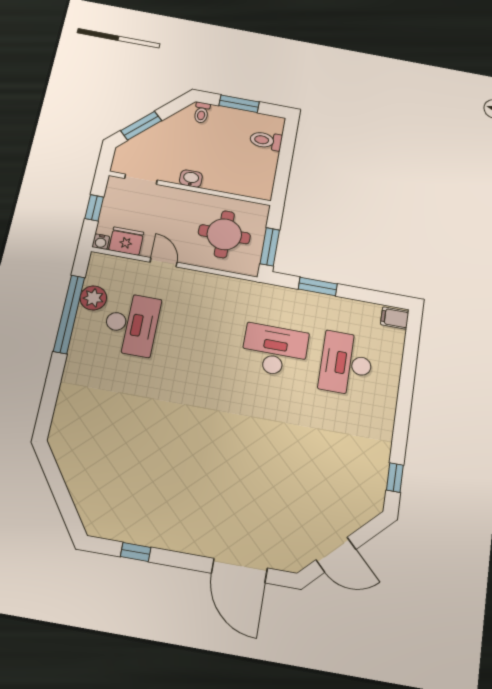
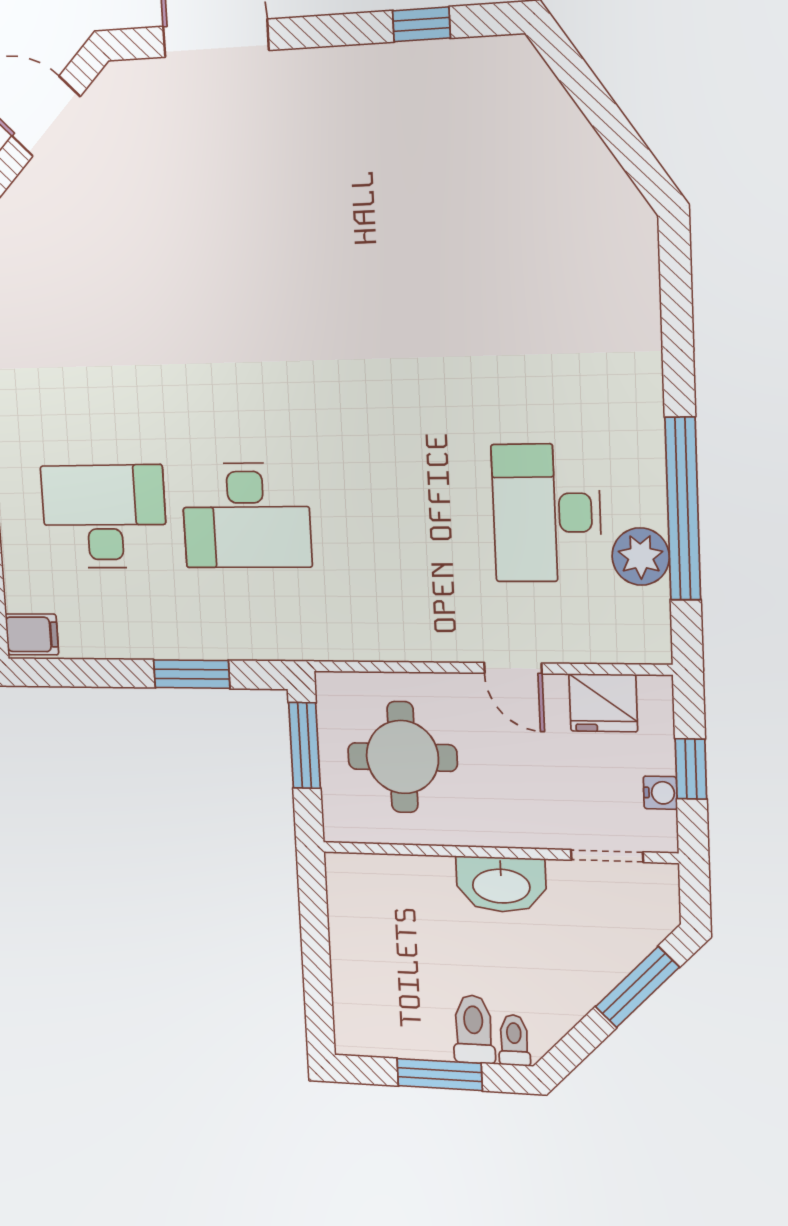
toilet: (266, 141) -> (474, 1029), moved, turned -90
washbasin: (191, 179) -> (501, 884), width x1.91, depth x1.45
water cooler: (101, 242) -> (660, 793), moved, turned 90
desk: (346, 363) -> (104, 517), turned -90

